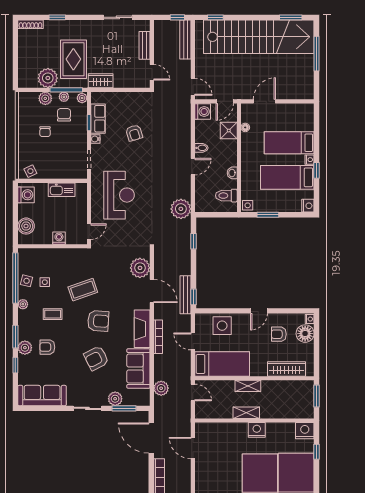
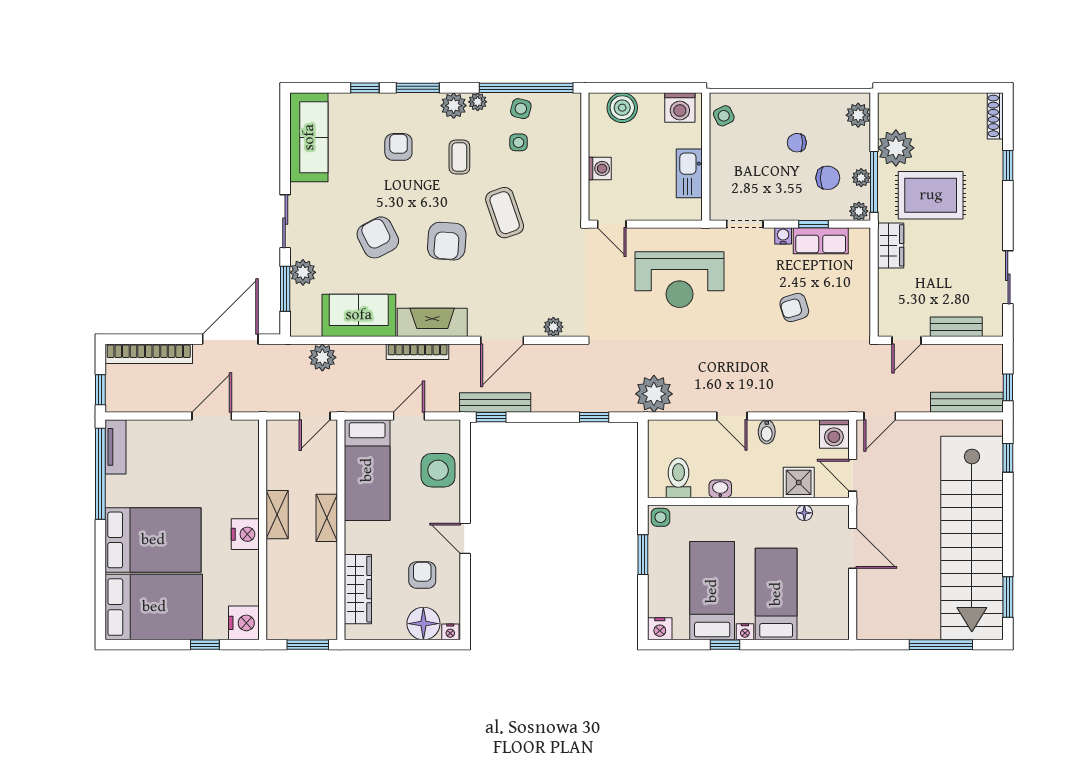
plant: (45, 98) -> (858, 115), moved
plant: (140, 268) -> (553, 327), width x0.53, depth x0.53
plant: (25, 348) -> (454, 106), moved

